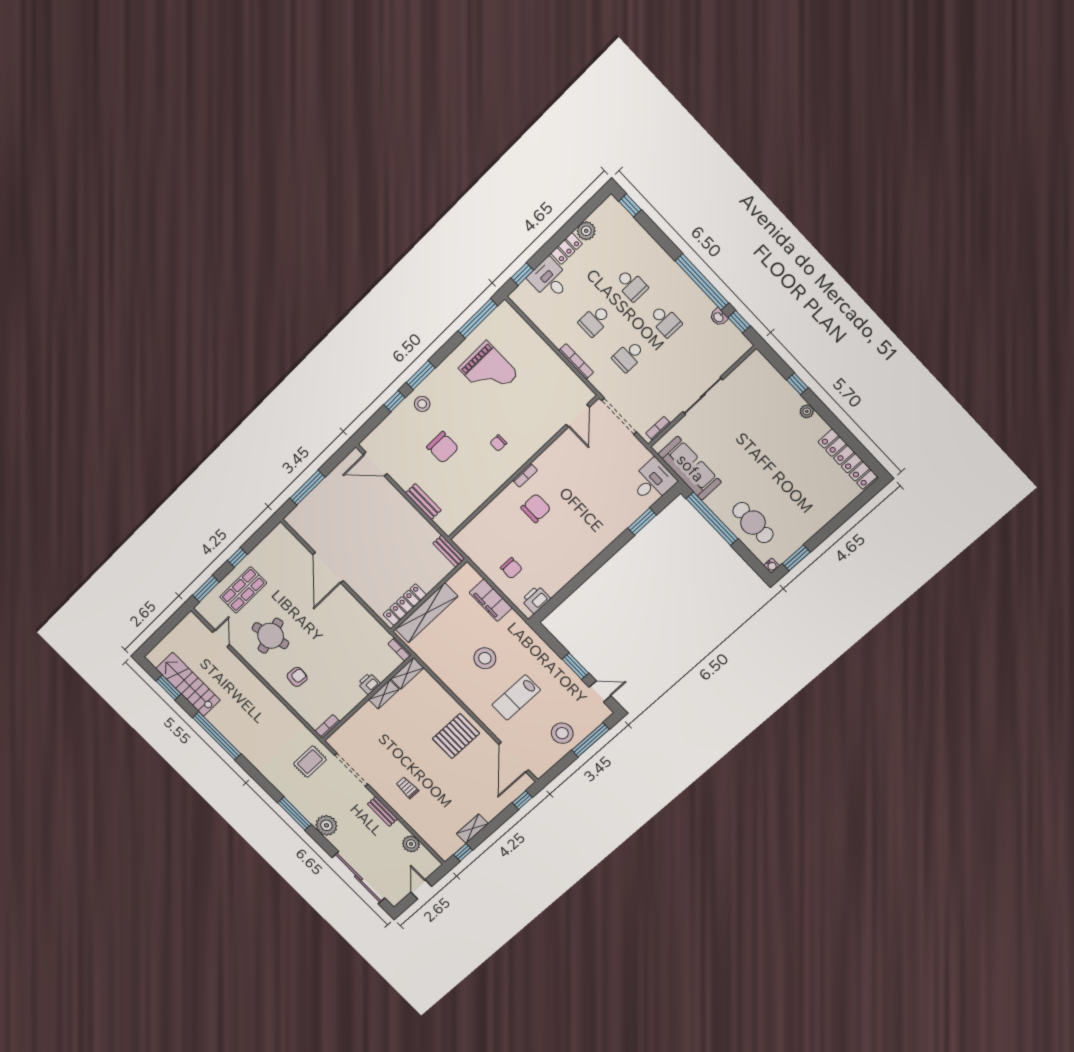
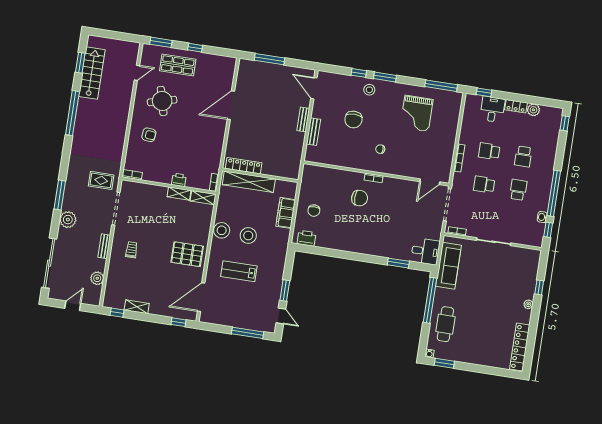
school desk: (665, 321) -> (518, 190), turned 180
bench: (449, 551) -> (303, 119), moved
stool: (562, 733) -> (222, 230), moved

